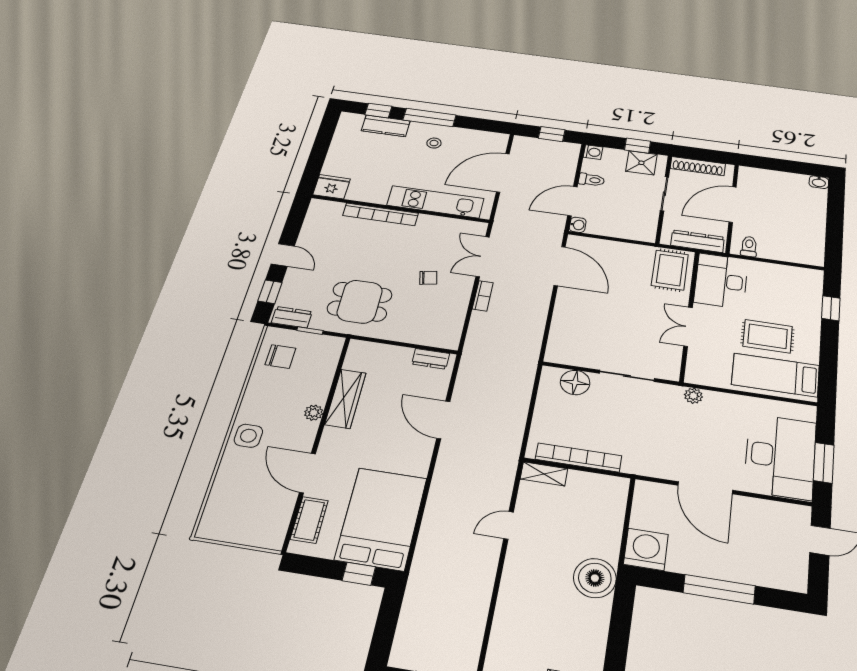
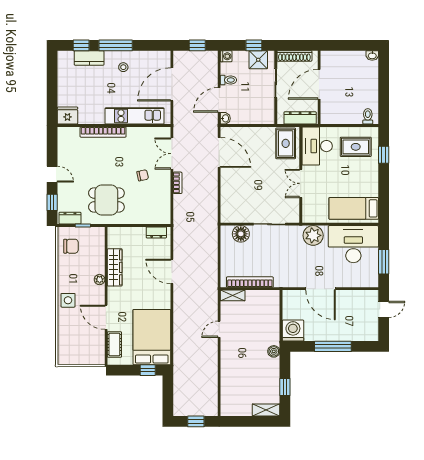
toilet: (749, 246) -> (368, 116), moved
rug: (768, 336) -> (356, 147), moved
plant: (693, 396) -> (313, 235), width x1.87, depth x1.87
desk: (780, 456) -> (353, 244), moved, turned -90
boiler: (595, 578) -> (274, 351), width x0.54, depth x0.54
window: (617, 648) -> (285, 387), added

